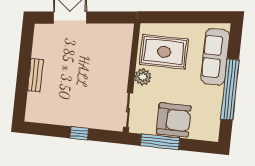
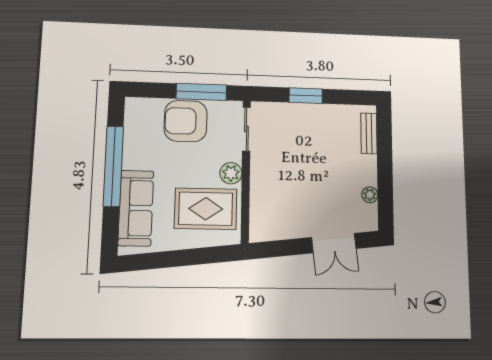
plant: (38, 52) -> (370, 195), added
bench: (35, 75) -> (369, 133), moved
window: (79, 133) -> (306, 96), width x1.50

